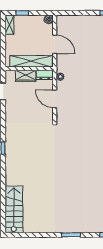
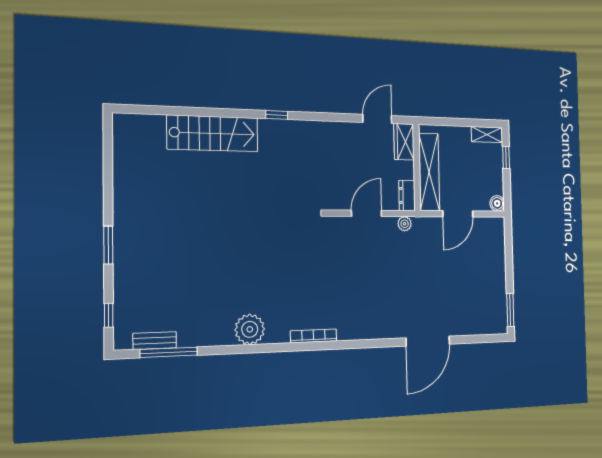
wardrobe: (26, 76) -> (404, 142), moved
stairs: (14, 209) -> (213, 133), moved

